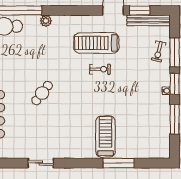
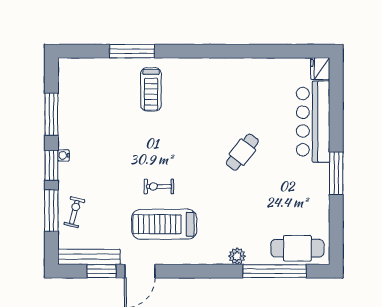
treadmill: (96, 43) -> (164, 224), turned 180
treadmill: (105, 137) -> (151, 89), width x0.73, depth x0.73
sliding door: (41, 163) -> (244, 51), removed

